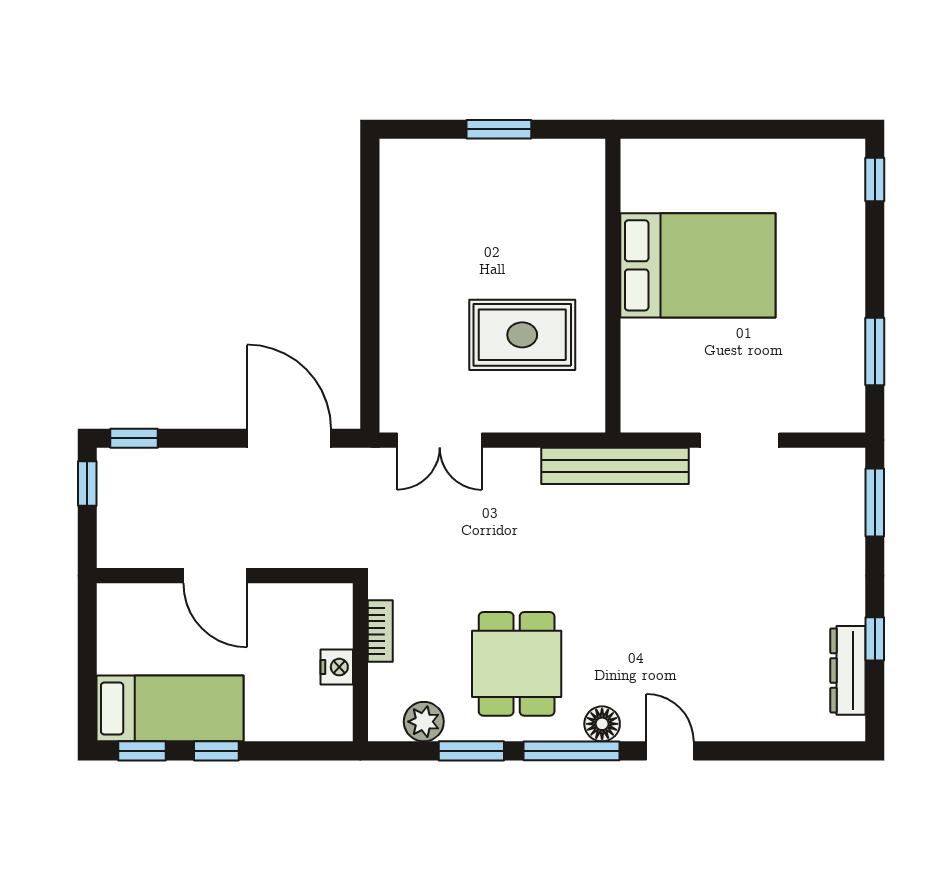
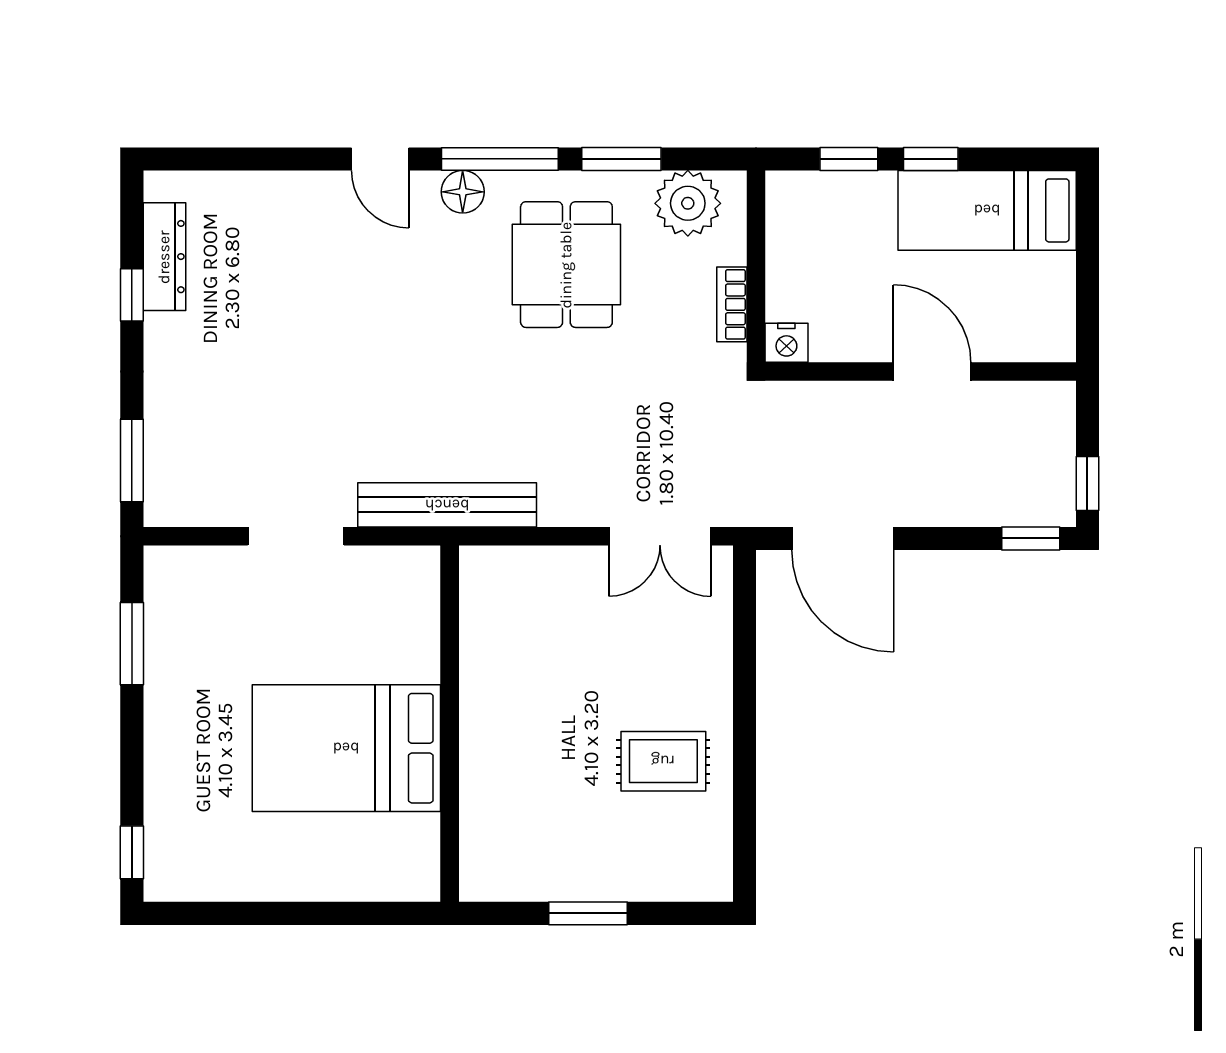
rug: (522, 335) -> (663, 761), moved, width x0.73, depth x0.70
double door: (440, 440) -> (660, 536), swing flipped
nightstand: (337, 667) -> (786, 343), moved, turned -90
plant: (424, 722) -> (688, 203), width x1.36, depth x1.36
window: (142, 751) -> (849, 159), moved

